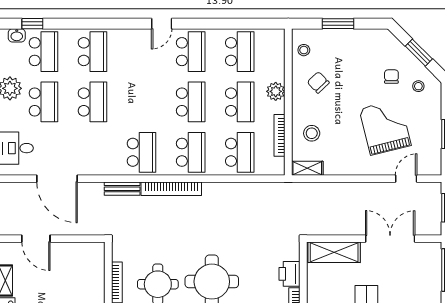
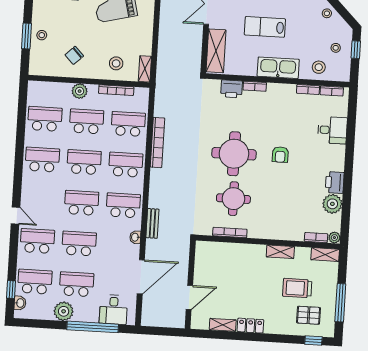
door: (162, 24) -> (16, 216), moved
stool: (304, 50) -> (42, 35), moved
school desk: (142, 102) -> (82, 203), added
washbasin: (104, 169) -> (135, 237), added
bookcase: (171, 189) -> (157, 143), moved

